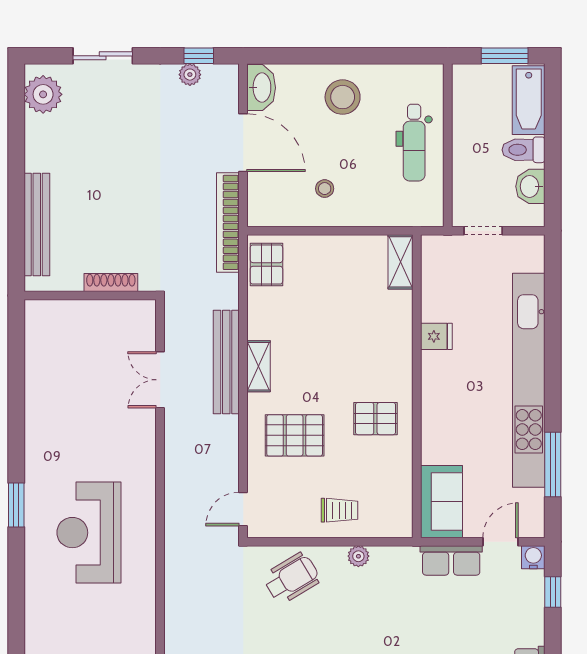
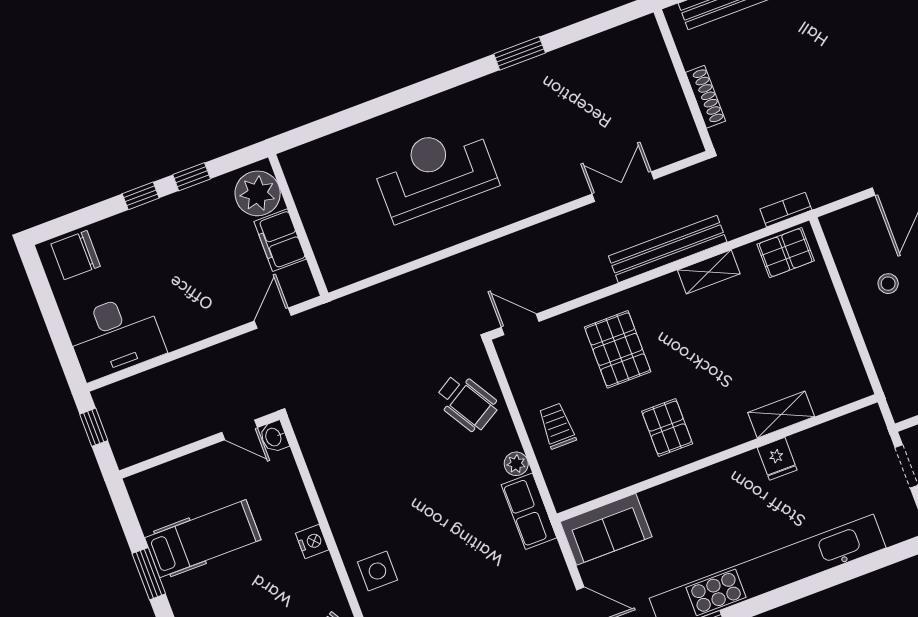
bookcase: (228, 222) -> (786, 210), width x0.43, depth x0.76
shelving: (401, 262) -> (781, 415), moved
shelving: (258, 366) -> (709, 272), moved
window: (16, 505) -> (520, 53), moved
trolley: (340, 510) -> (557, 426), turned 180
row of seats: (451, 560) -> (529, 511), moved

